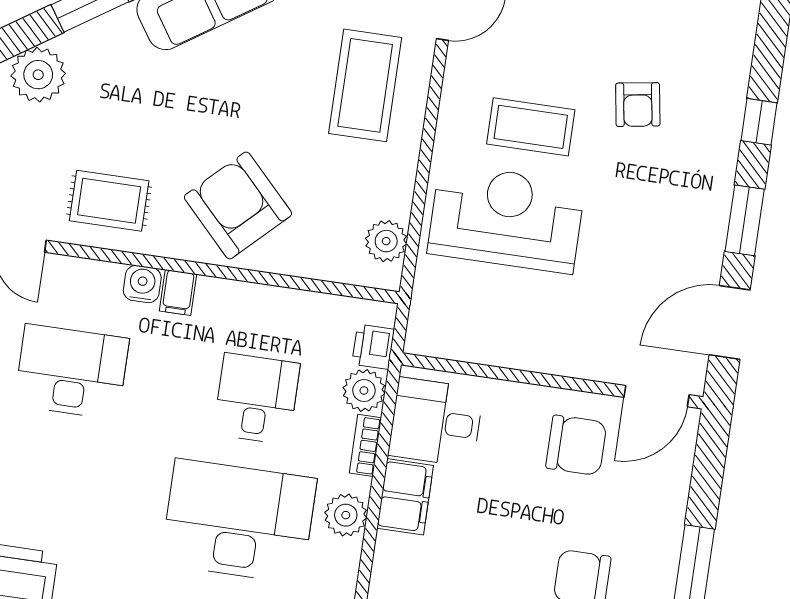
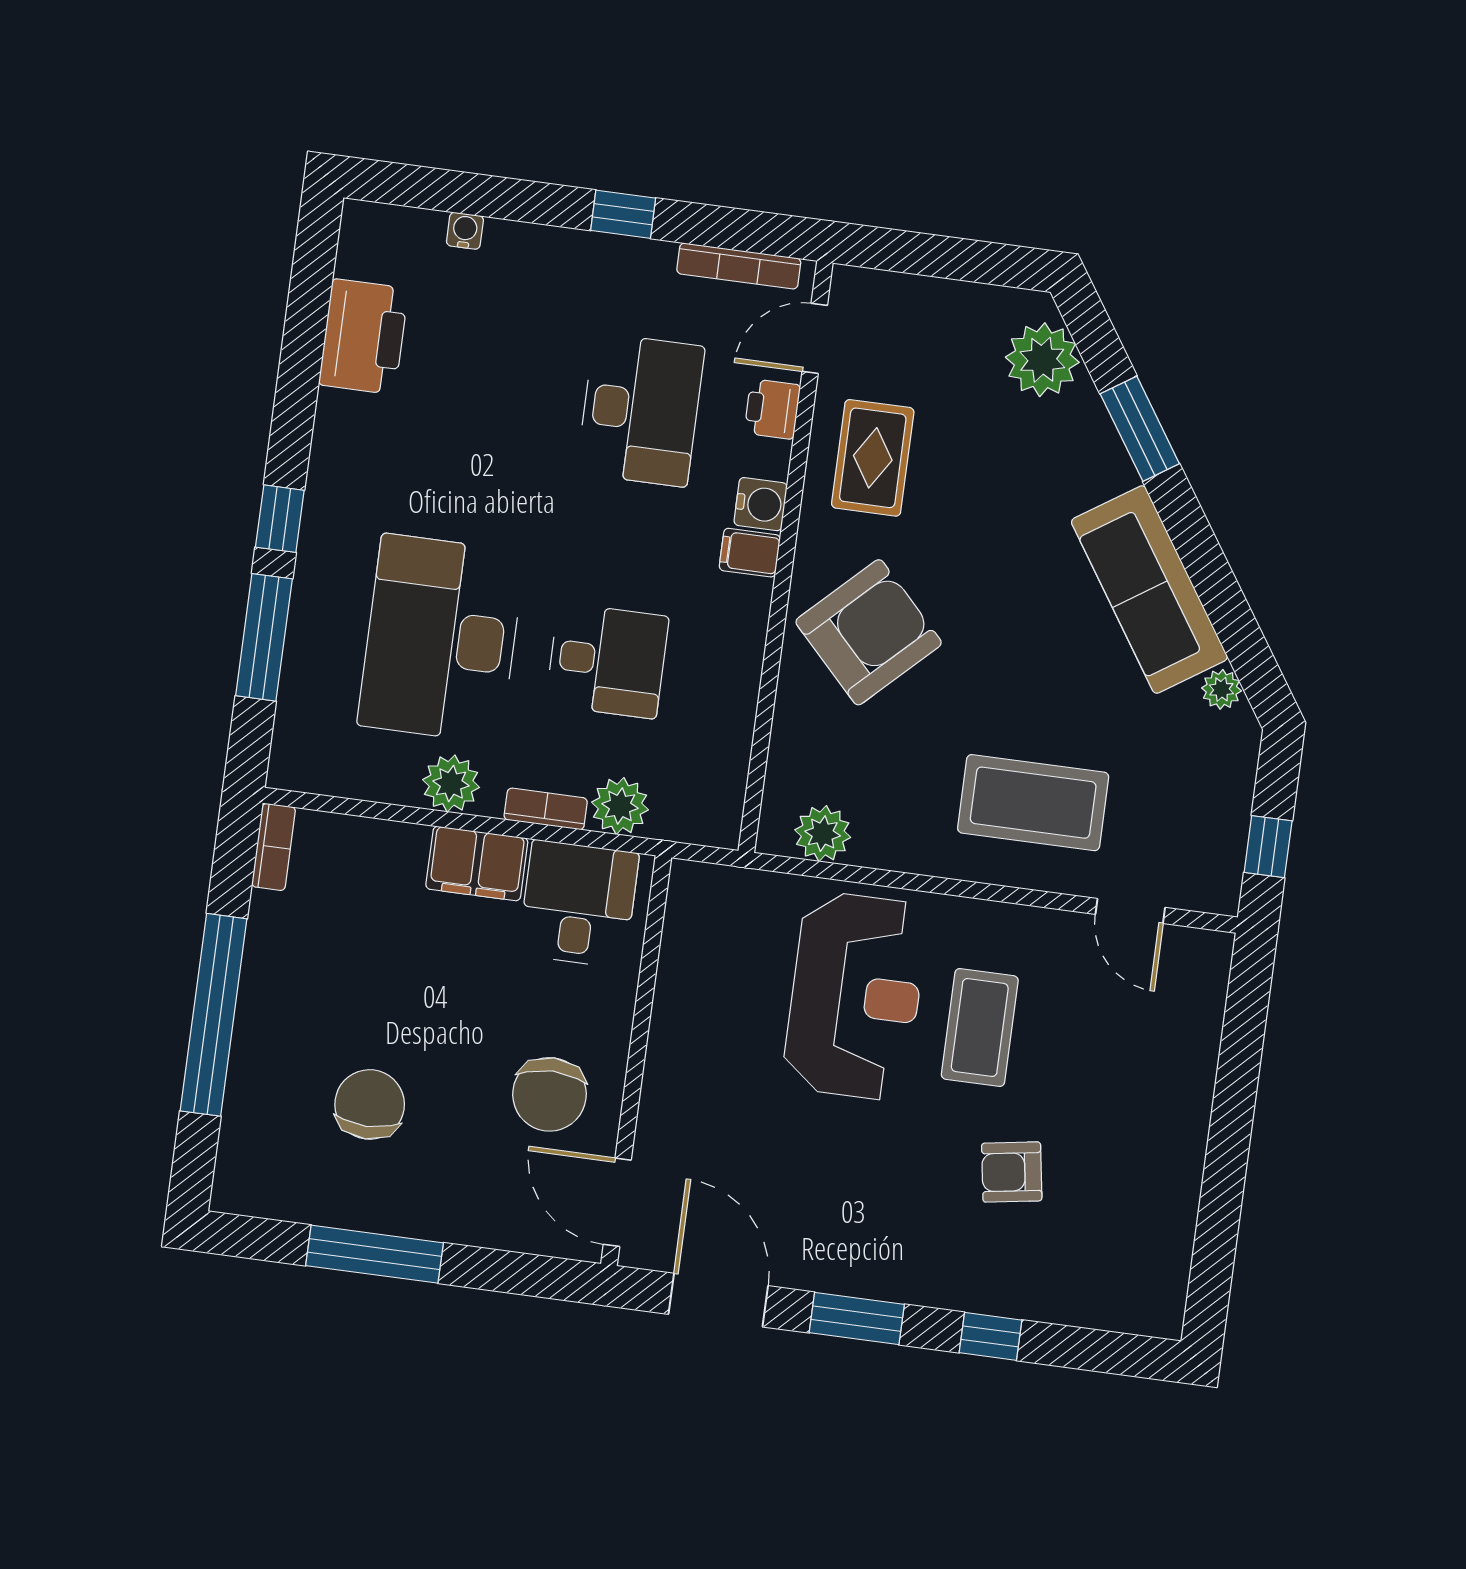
printer: (373, 347) -> (772, 409), moved, turned -90
desk: (239, 521) -> (441, 639), turned 180

